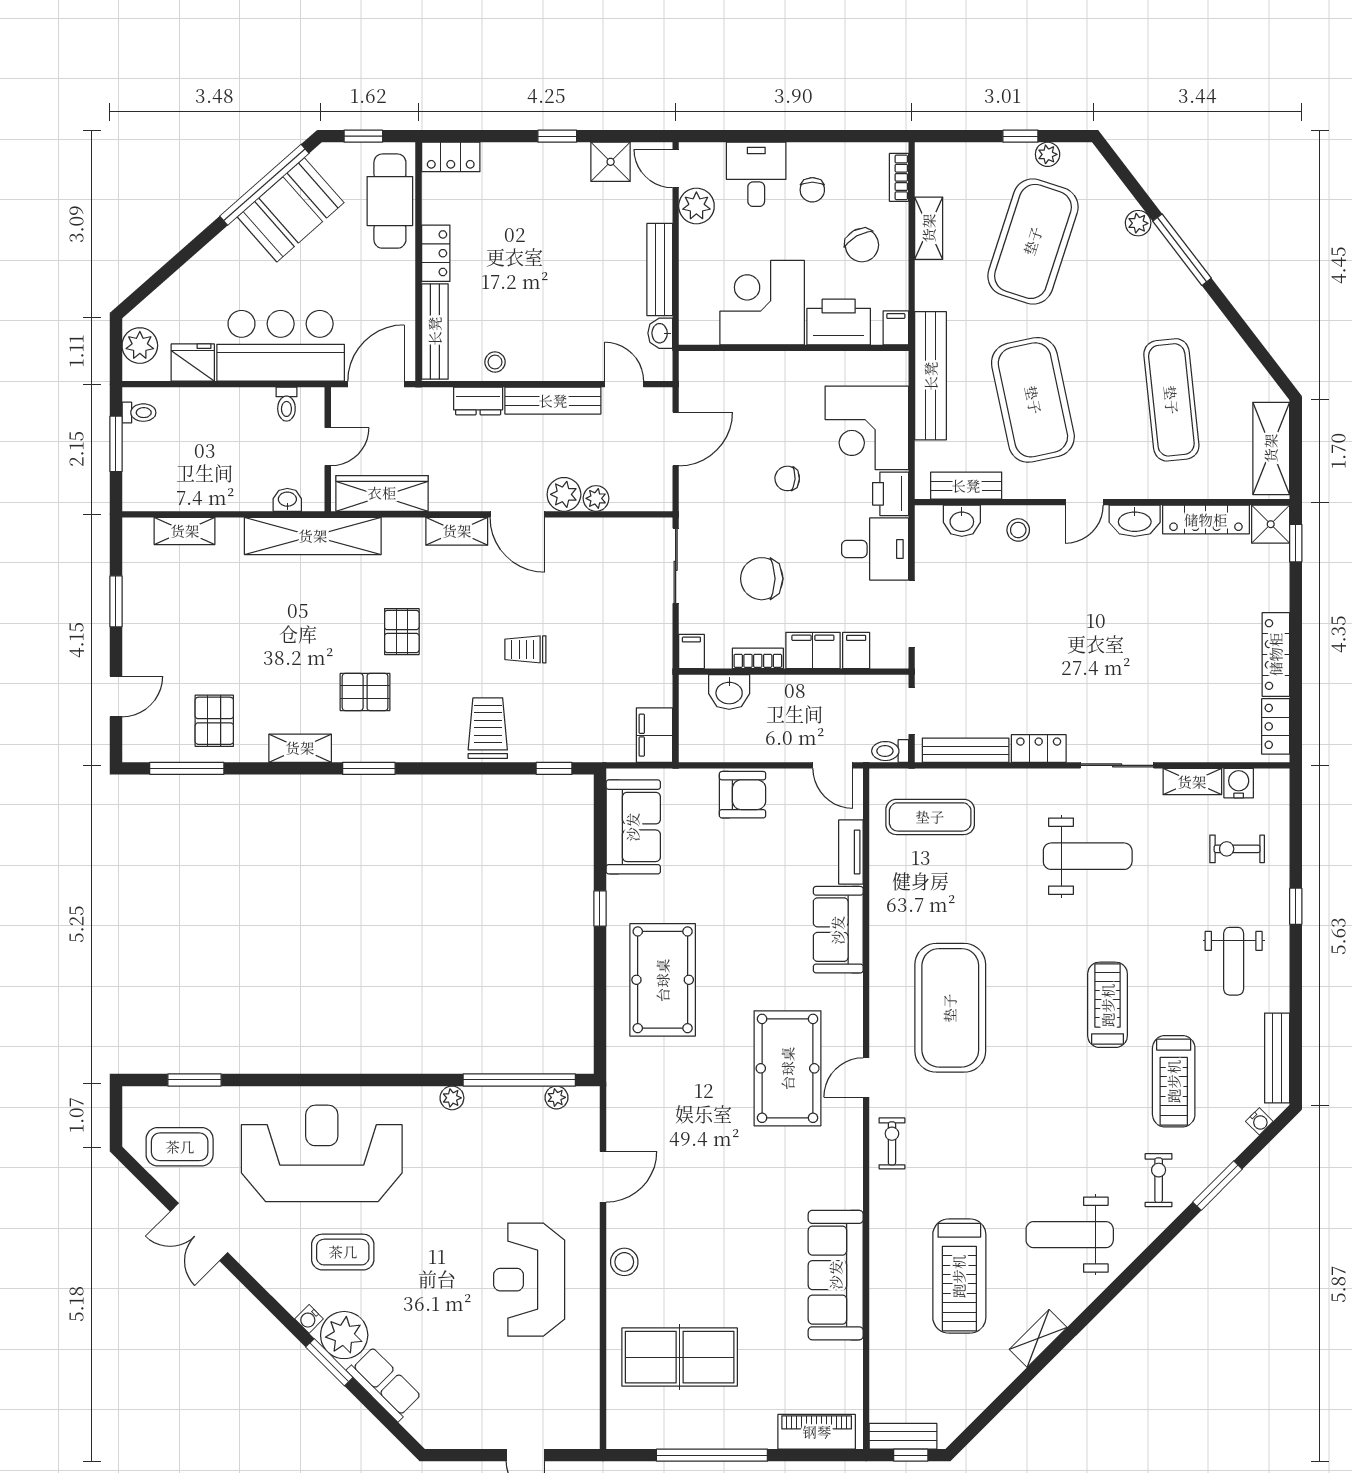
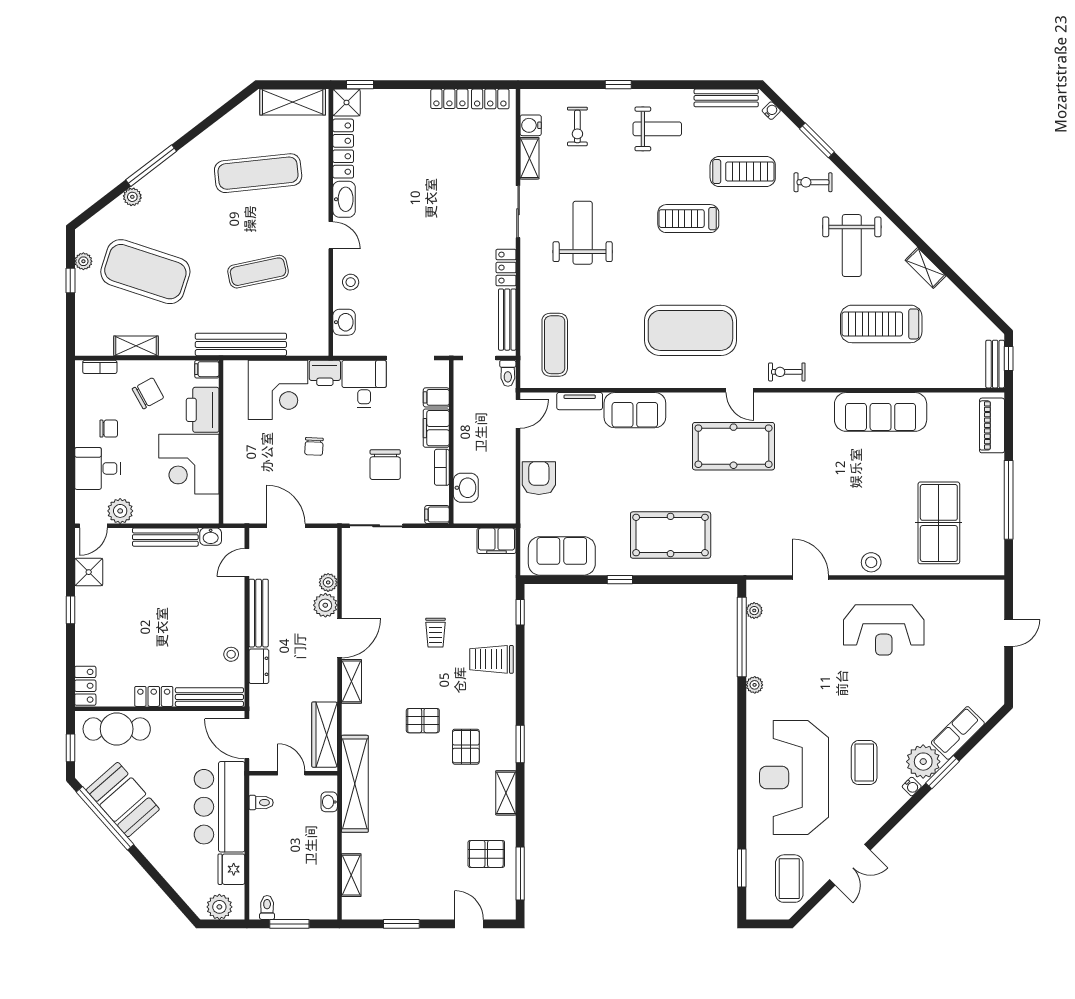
exercise mat: (1033, 400) -> (258, 272), width x0.50, depth x0.69
bench: (966, 486) -> (319, 319), removed
locker: (1276, 654) -> (449, 99), width x0.66
treadmill: (959, 1276) -> (881, 324), turned 180

